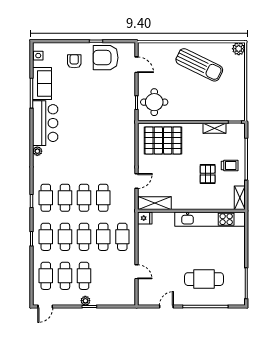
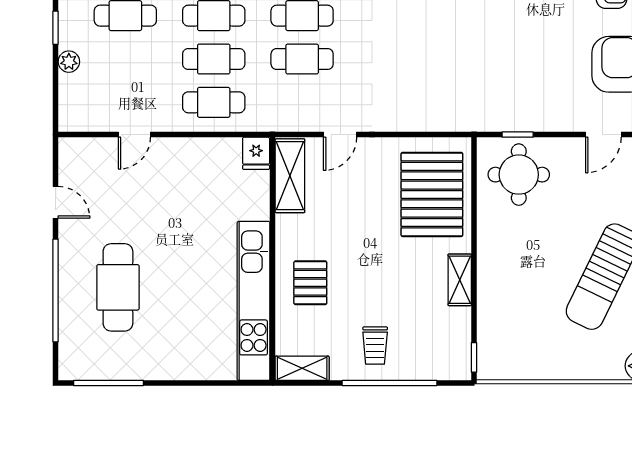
shelving: (214, 128) -> (460, 280), moved
pallet: (208, 174) -> (310, 283), moved, turned 90
door: (137, 181) -> (340, 135), hinge flipped
plant: (85, 301) -> (69, 62), moved

